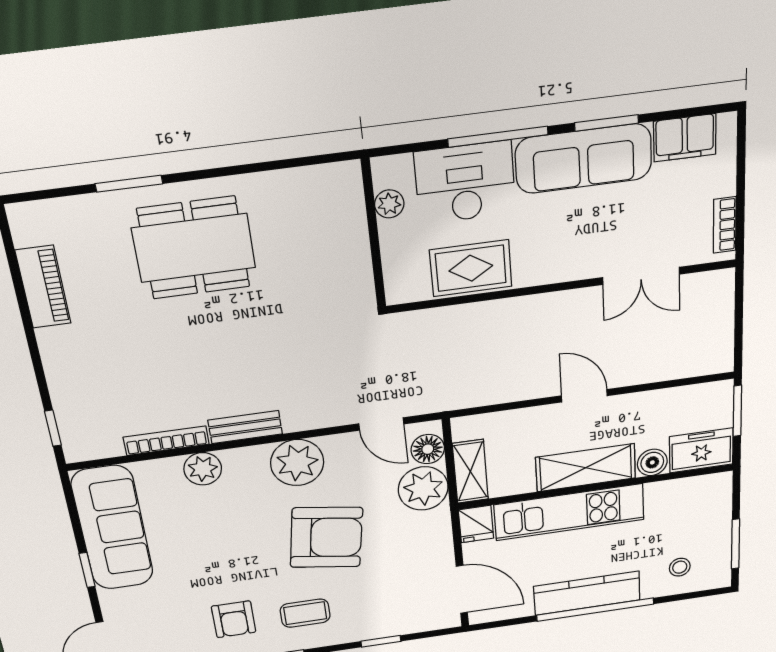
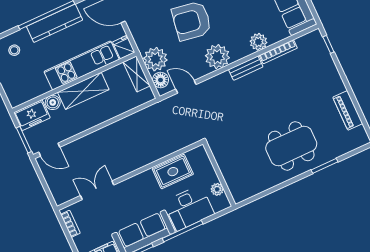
door: (584, 396) -> (49, 150), moved

